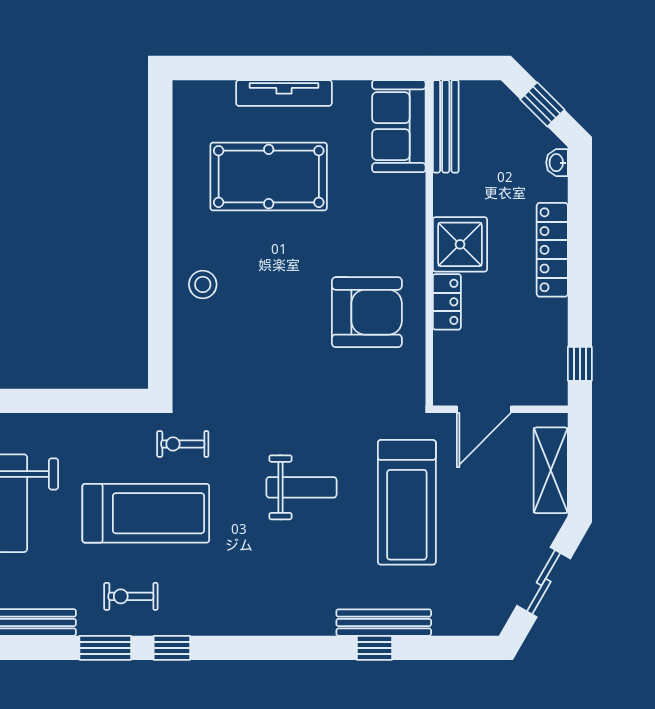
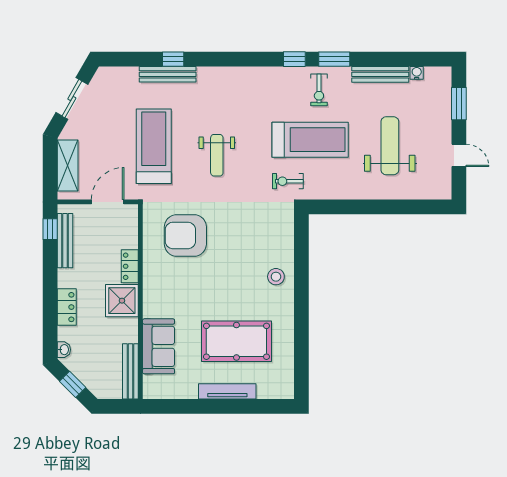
sofa: (399, 126) -> (159, 346), moved
locker: (552, 250) -> (67, 307), width x0.66
armchair: (367, 312) -> (185, 235), moved
bench: (555, 345) -> (65, 241), added
exercise bike: (183, 444) -> (288, 181), turned 180
weight bench: (301, 487) -> (217, 155), turned -90
treadmill: (146, 513) -> (310, 140), turned 180
exercise bike: (131, 596) -> (319, 90), turned 90

